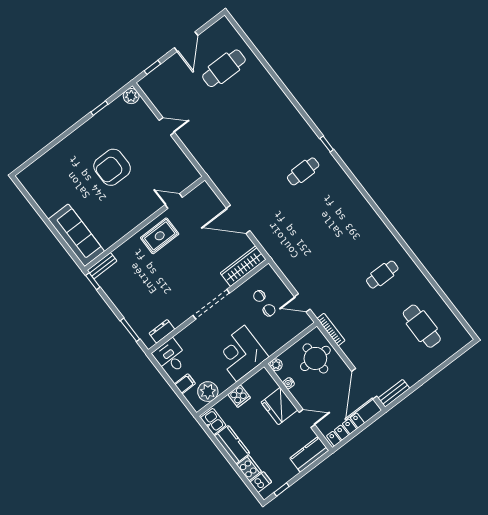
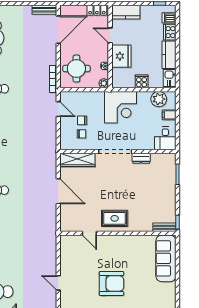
dresser: (162, 331) -> (141, 158), moved
locker: (345, 429) -> (97, 10), width x0.66

